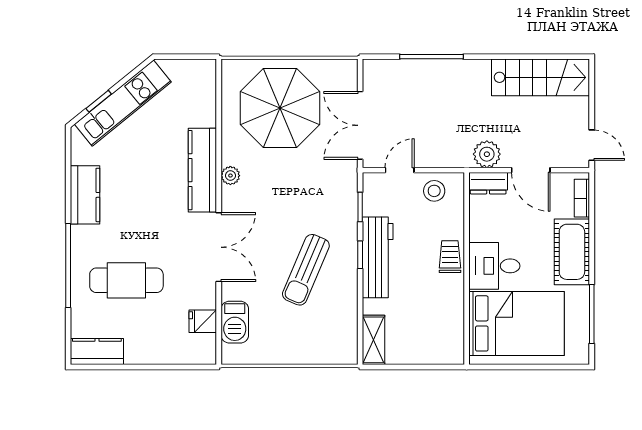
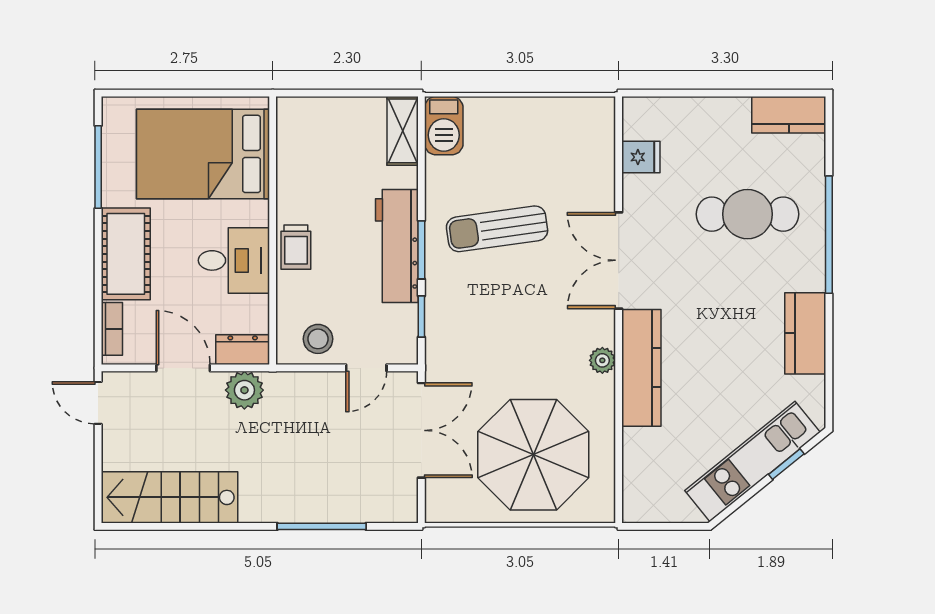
window: (360, 255) -> (421, 250), width x1.50
desk: (494, 266) -> (234, 260), moved
sun lounger: (306, 270) -> (497, 229), turned -121
barbecue: (235, 322) -> (444, 126), moved, turned 180

